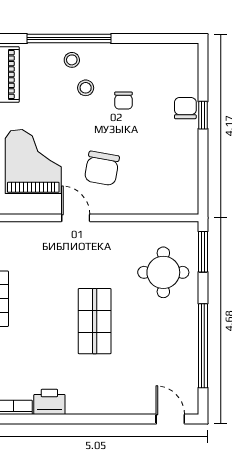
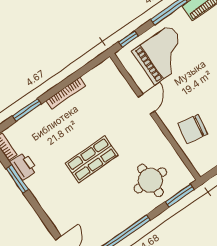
chair: (102, 168) -> (193, 129), moved
window: (59, 419) -> (17, 179), added

